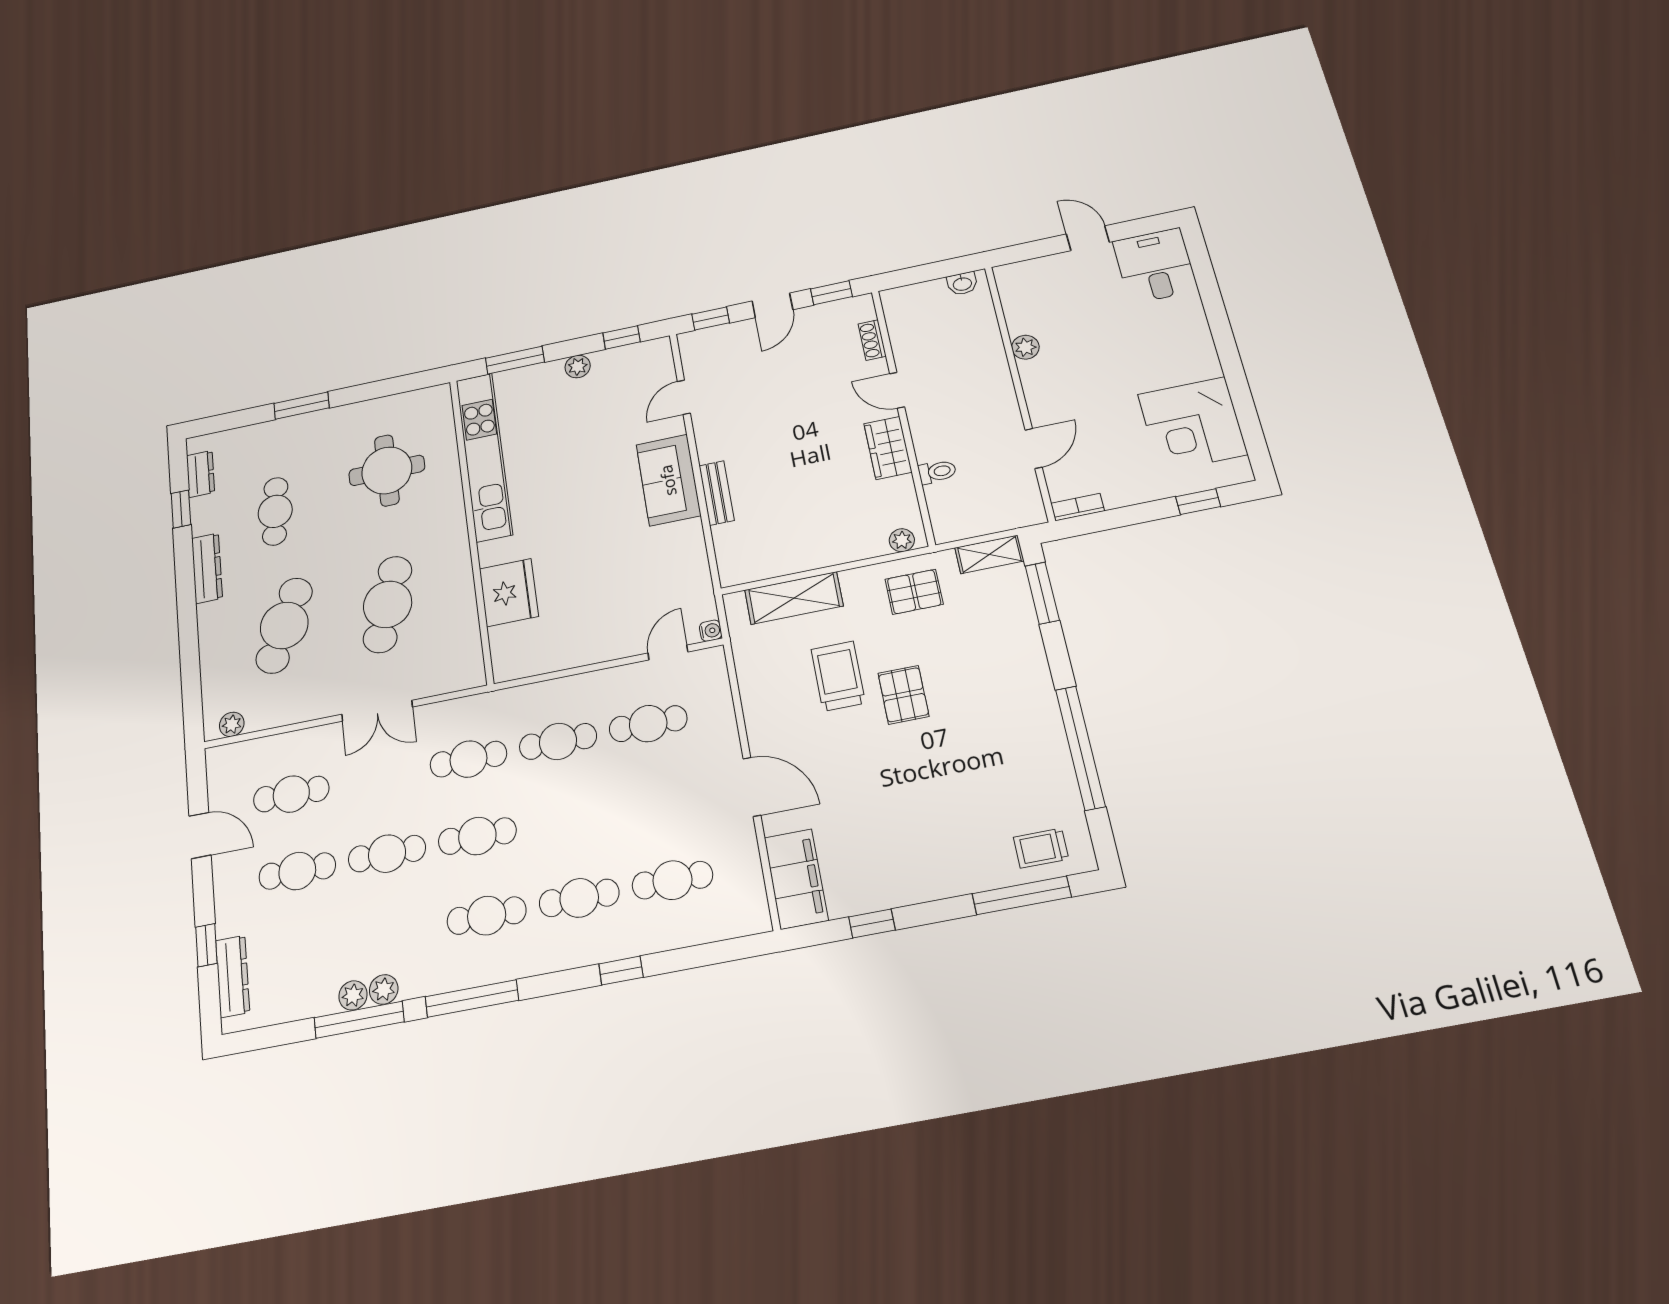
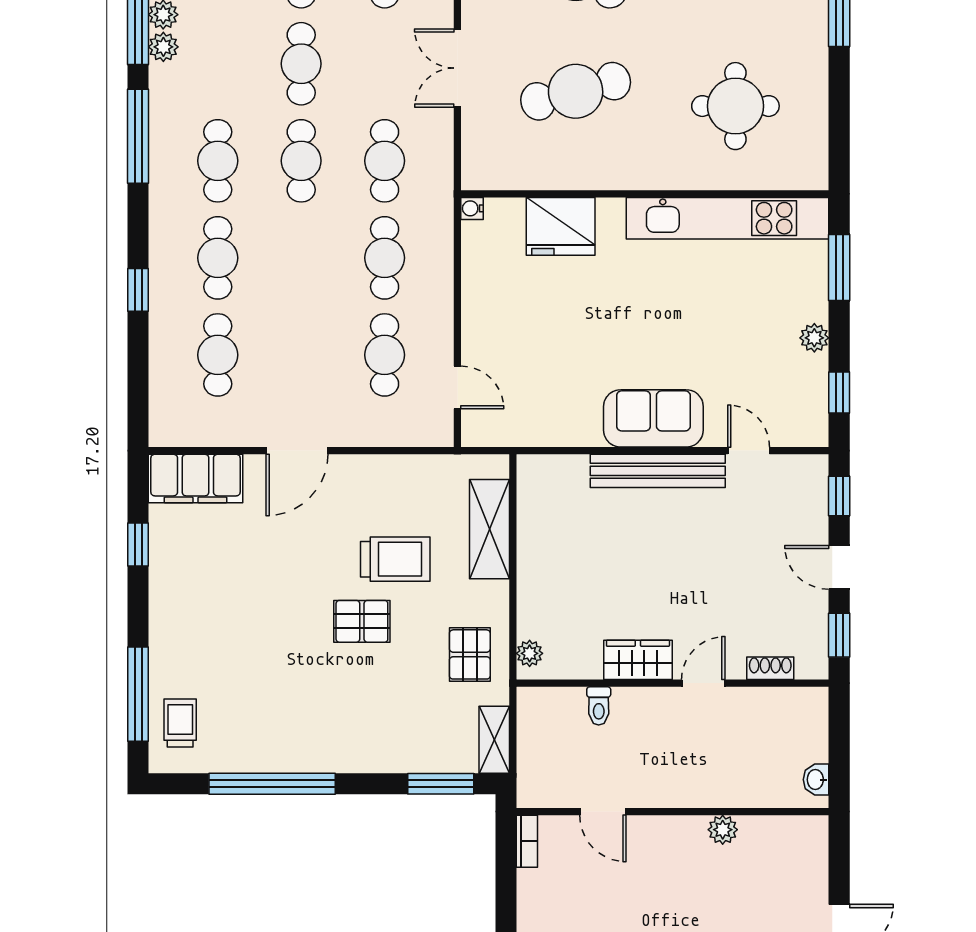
bench: (717, 493) -> (658, 471), width x1.86, depth x1.21
cafe table: (388, 604) -> (576, 91), turned -33
water cooler: (711, 631) -> (472, 208), moved, turned 90

